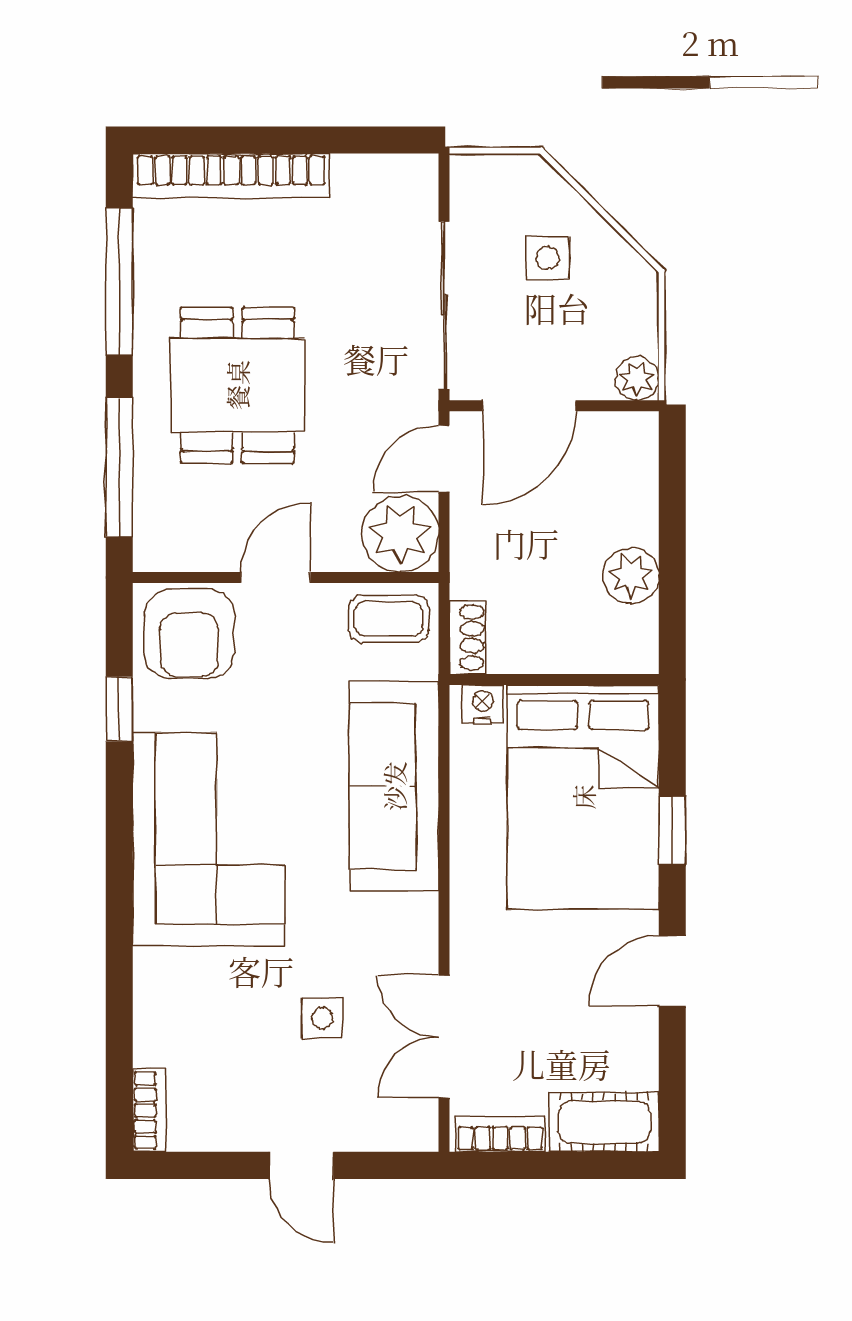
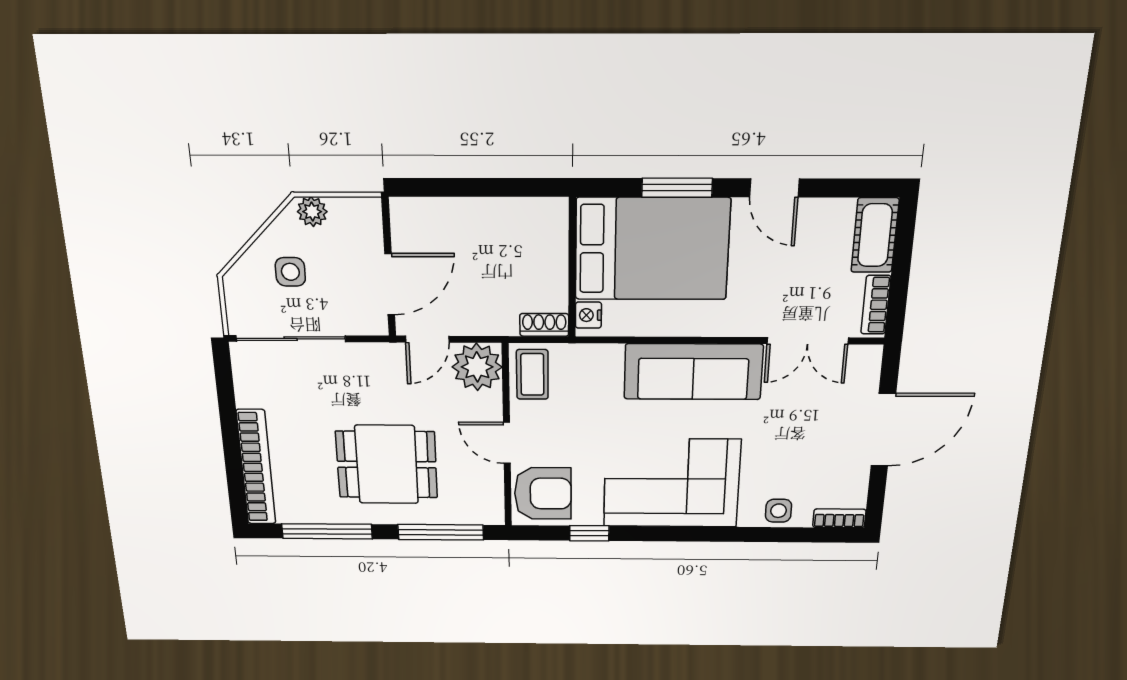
sliding door: (444, 305) -> (291, 339), moved
plant: (637, 378) -> (312, 212), moved
door: (529, 406) -> (390, 284), hinge flipped
door: (444, 459) -> (427, 339), hinge flipped
plant: (631, 576) -> (502, 216), removed
sofa: (394, 786) -> (693, 372), moved
window: (672, 831) -> (677, 188), width x1.50
side table: (322, 1018) -> (778, 511), moved
door: (301, 1165) -> (883, 430), width x1.87

